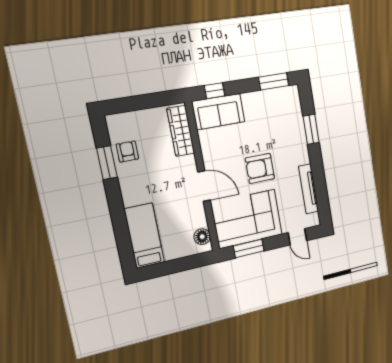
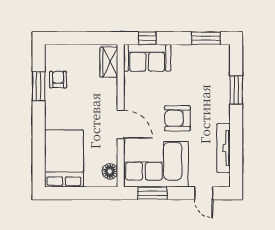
wardrobe: (181, 131) -> (109, 62), width x0.67
bed: (144, 236) -> (64, 158), width x1.50

